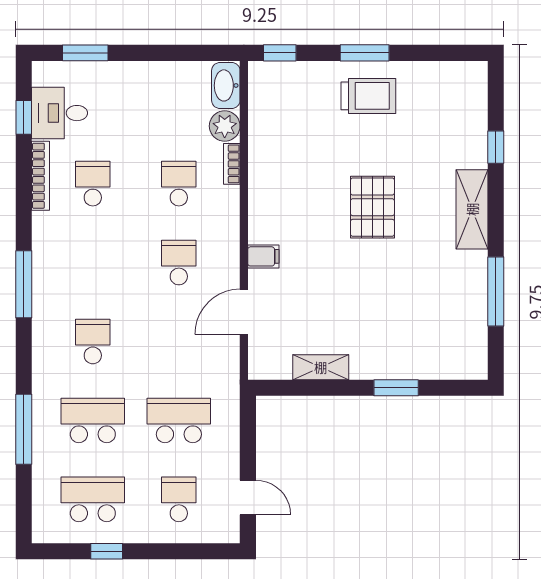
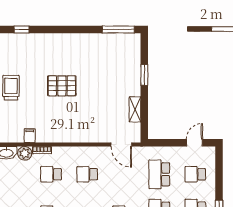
window: (496, 147) -> (22, 29), moved
shelving: (472, 209) -> (63, 40), removed
filing cabinet: (263, 256) -> (30, 136), moved
window: (496, 291) -> (118, 29), moved
door: (244, 312) -> (121, 145), moved

